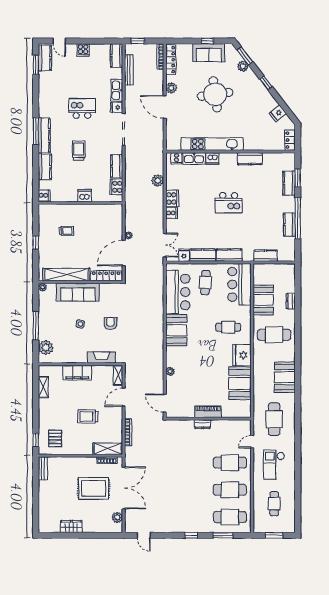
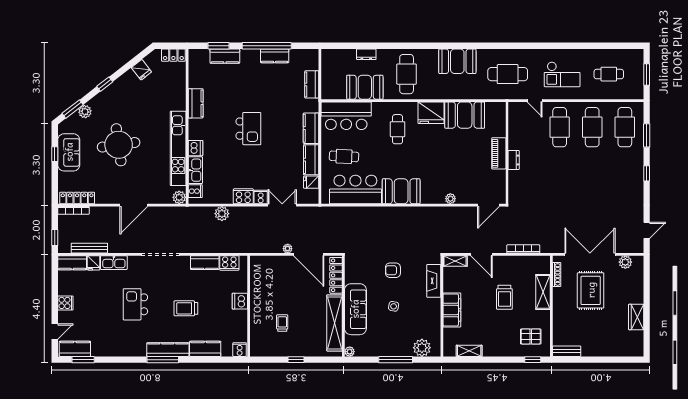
plant: (171, 88) -> (179, 197), moved
fridge: (117, 107) -> (94, 263), moved
double door: (165, 245) -> (282, 205), moved
shelving: (108, 449) -> (543, 292), moved

